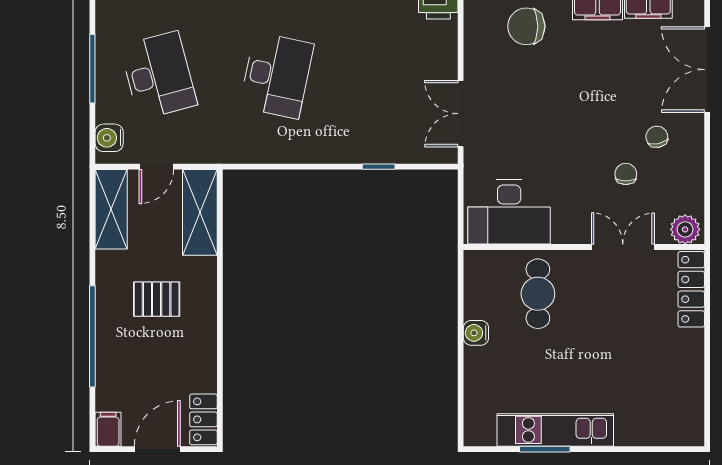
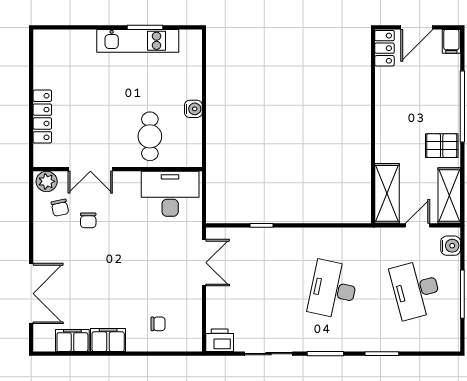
chair: (526, 26) -> (158, 324), width x0.54, depth x0.54
chair: (657, 137) -> (60, 208), moved
locker: (691, 289) -> (42, 117), moved
pallet: (157, 299) -> (442, 146), moved

